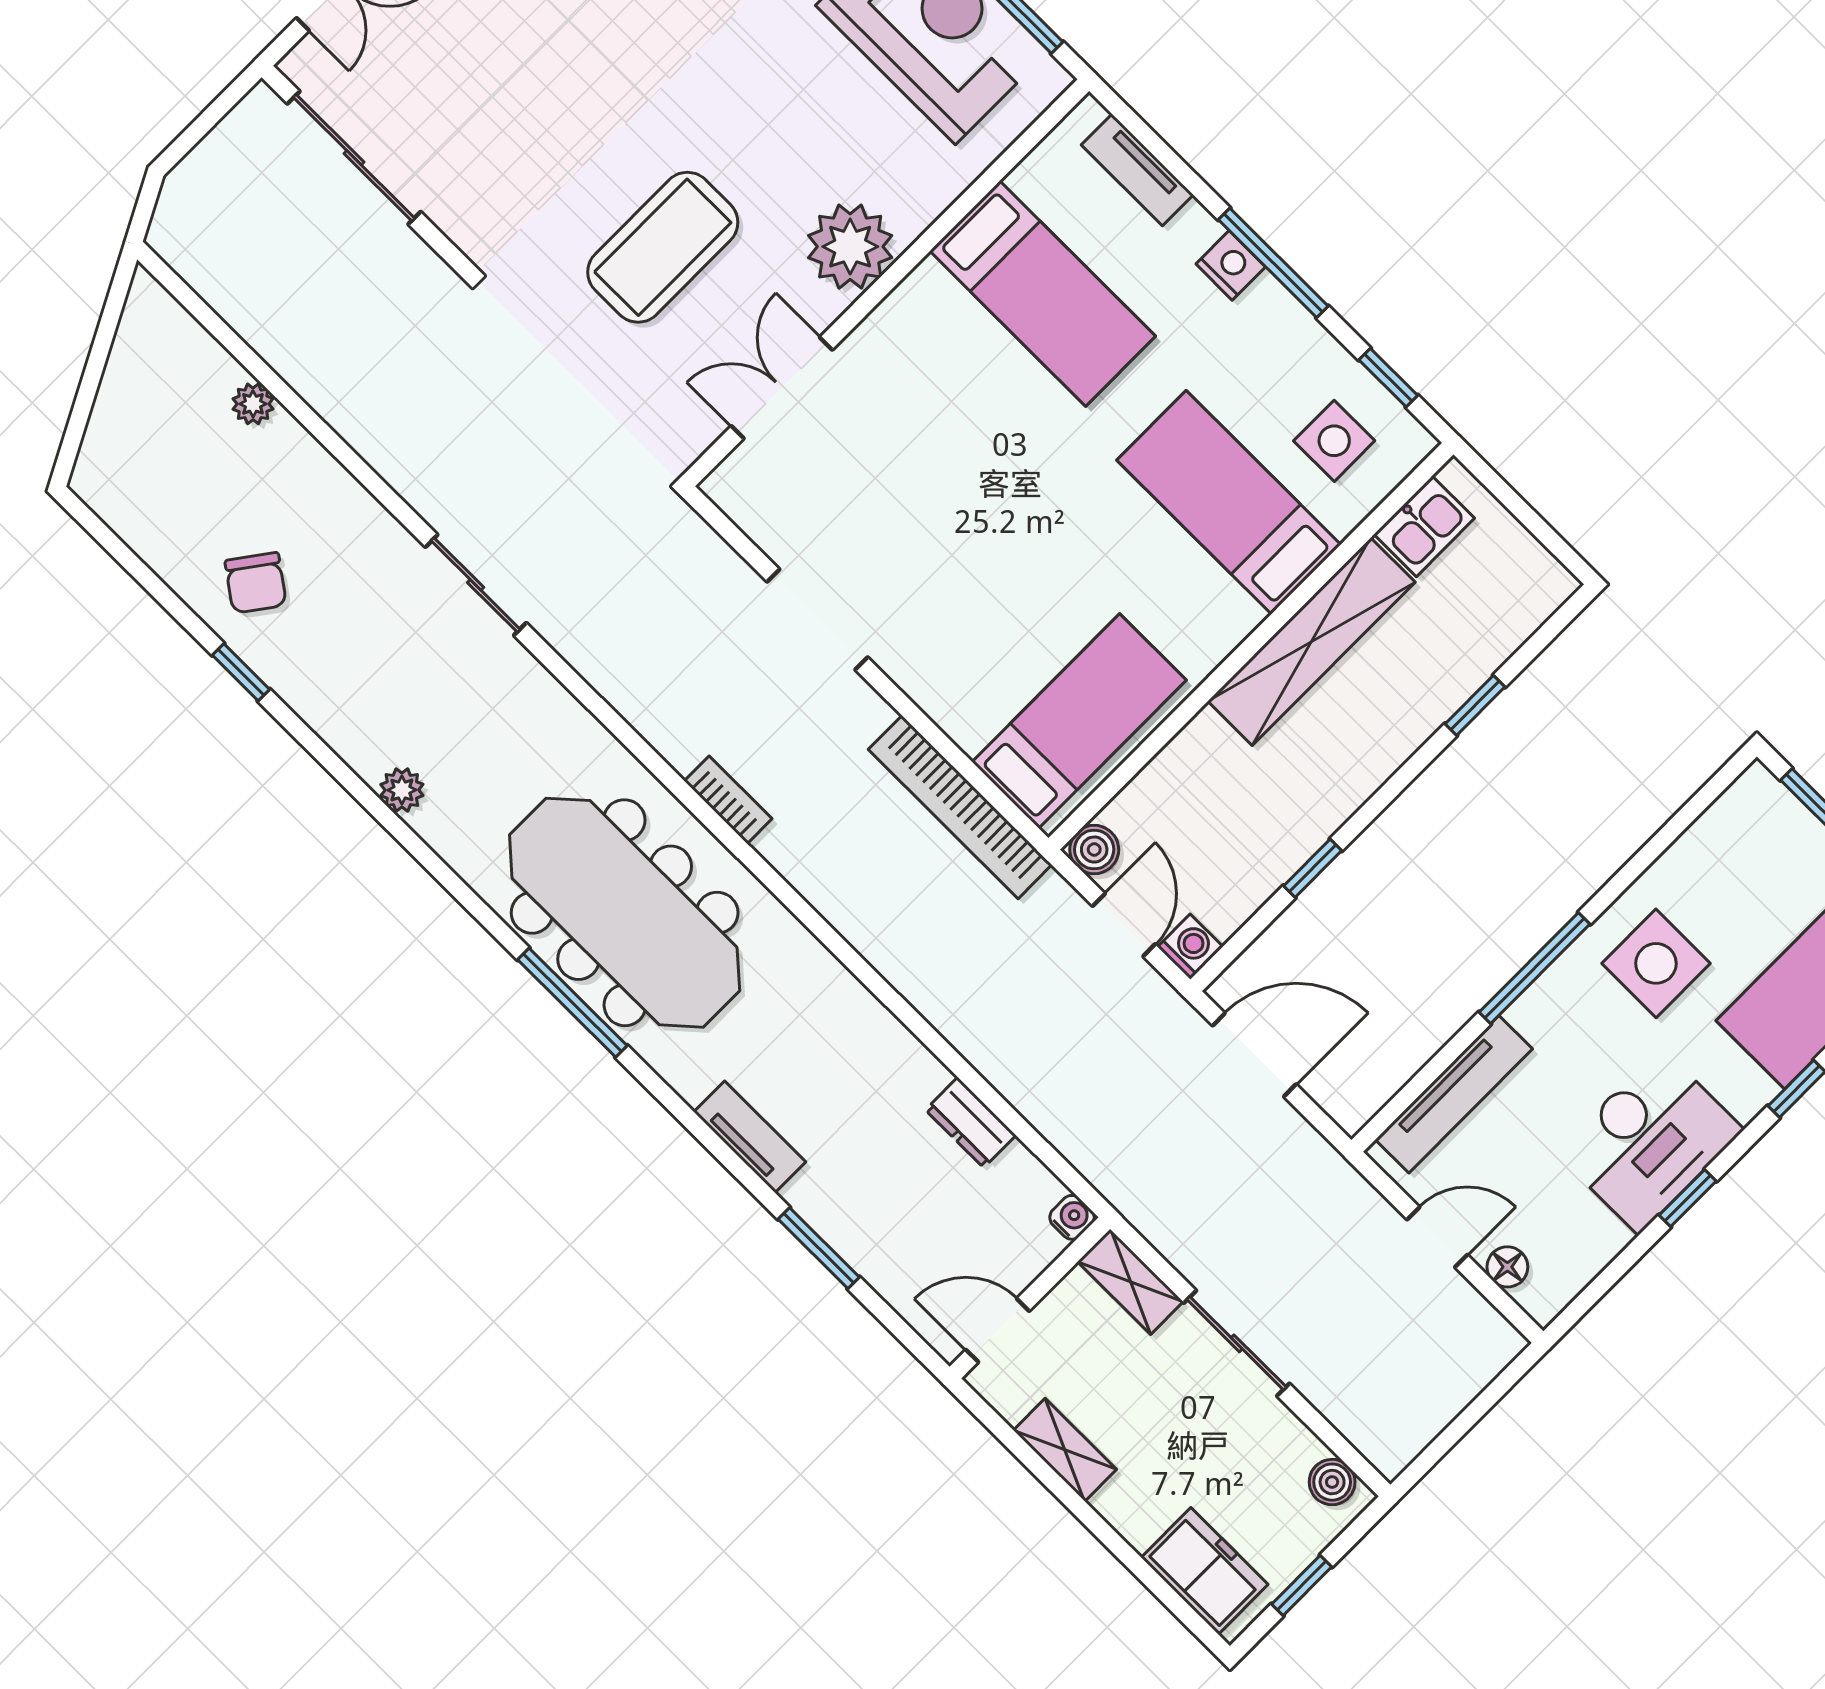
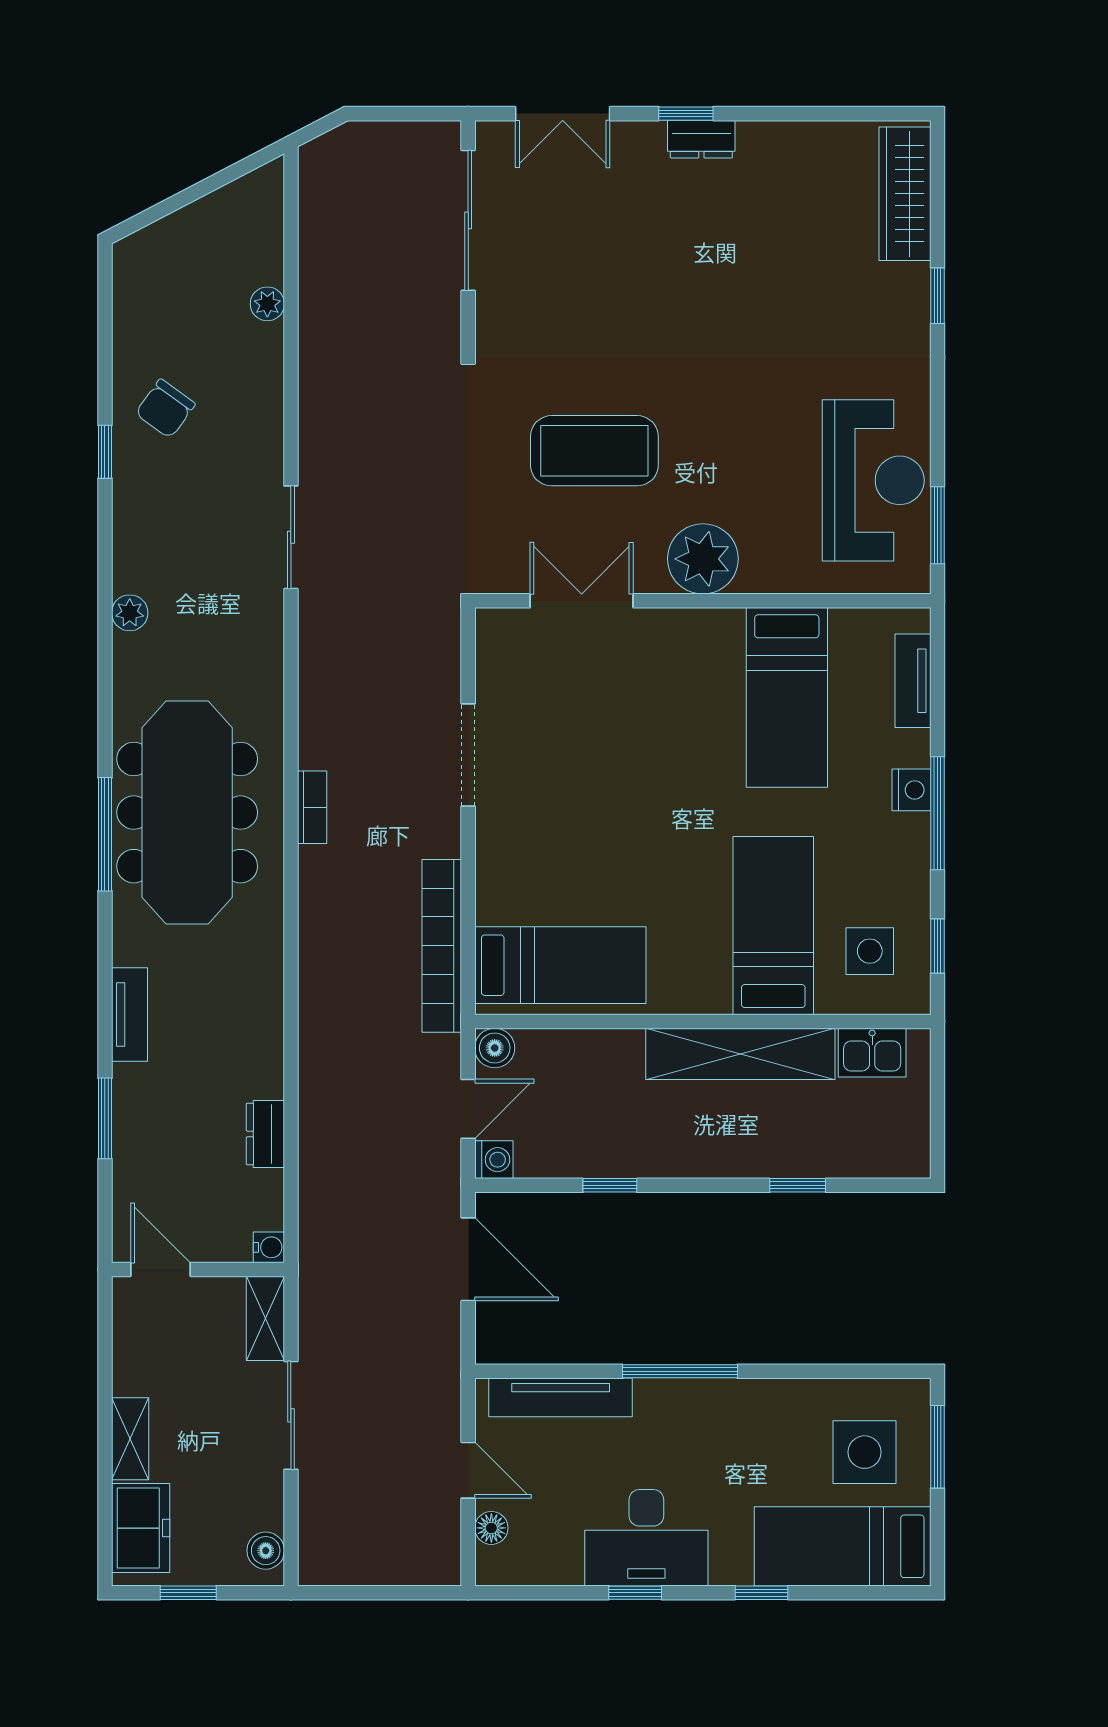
side table: (1656, 963) -> (865, 1452), moved
shelving: (1065, 1450) -> (130, 1439), moved

